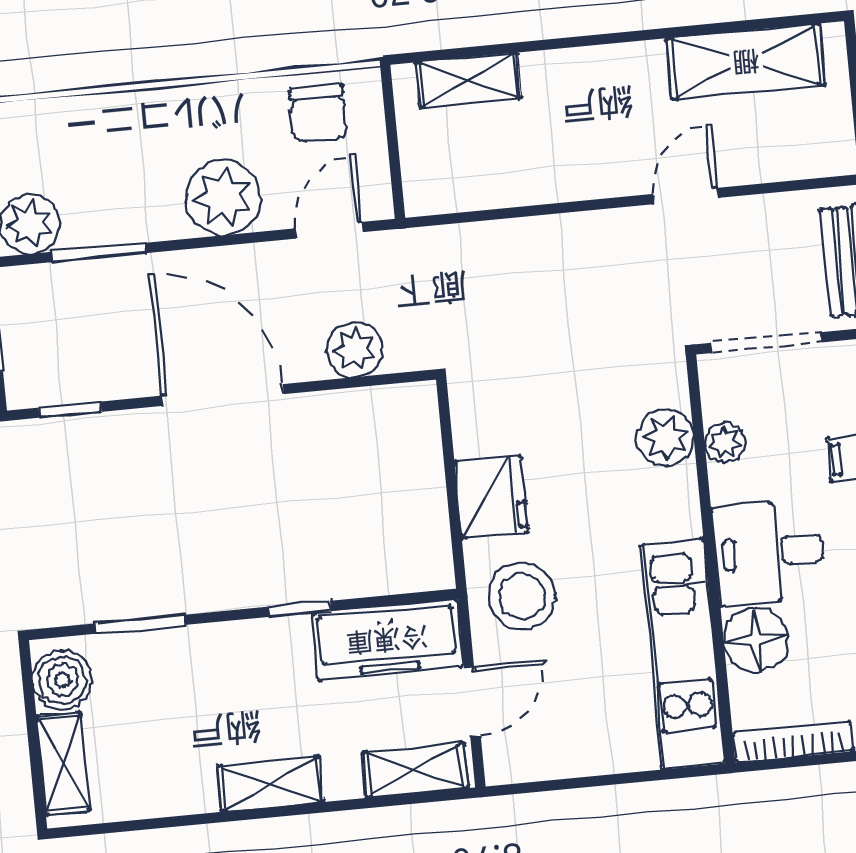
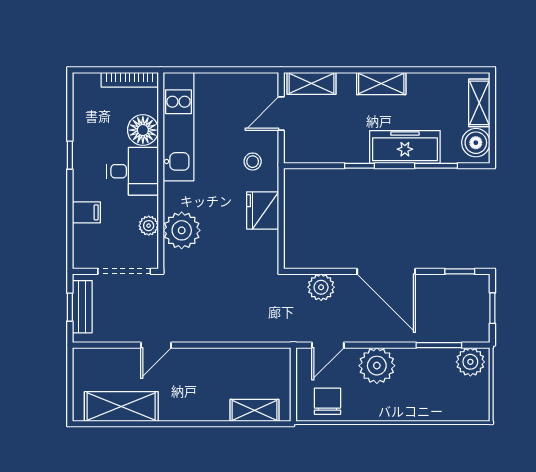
plant: (665, 438) -> (182, 230), width x1.36, depth x1.36
stool: (522, 596) -> (253, 162), width x0.53, depth x0.53
freezer: (387, 640) -> (405, 147), moved

